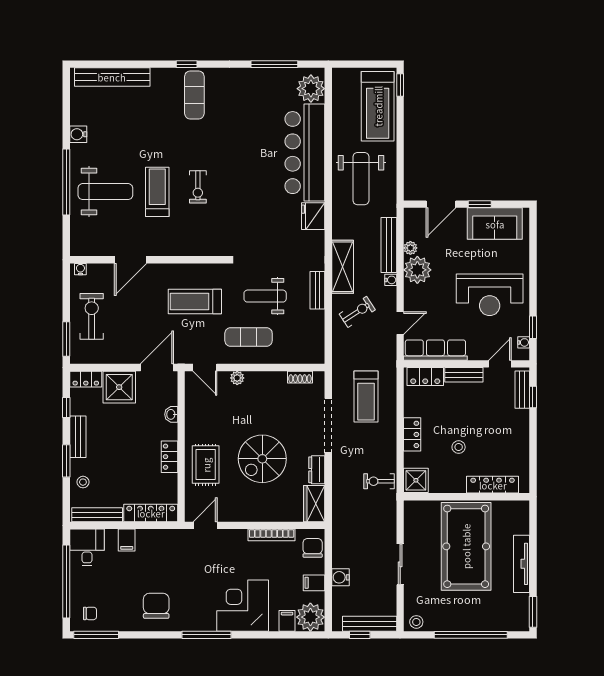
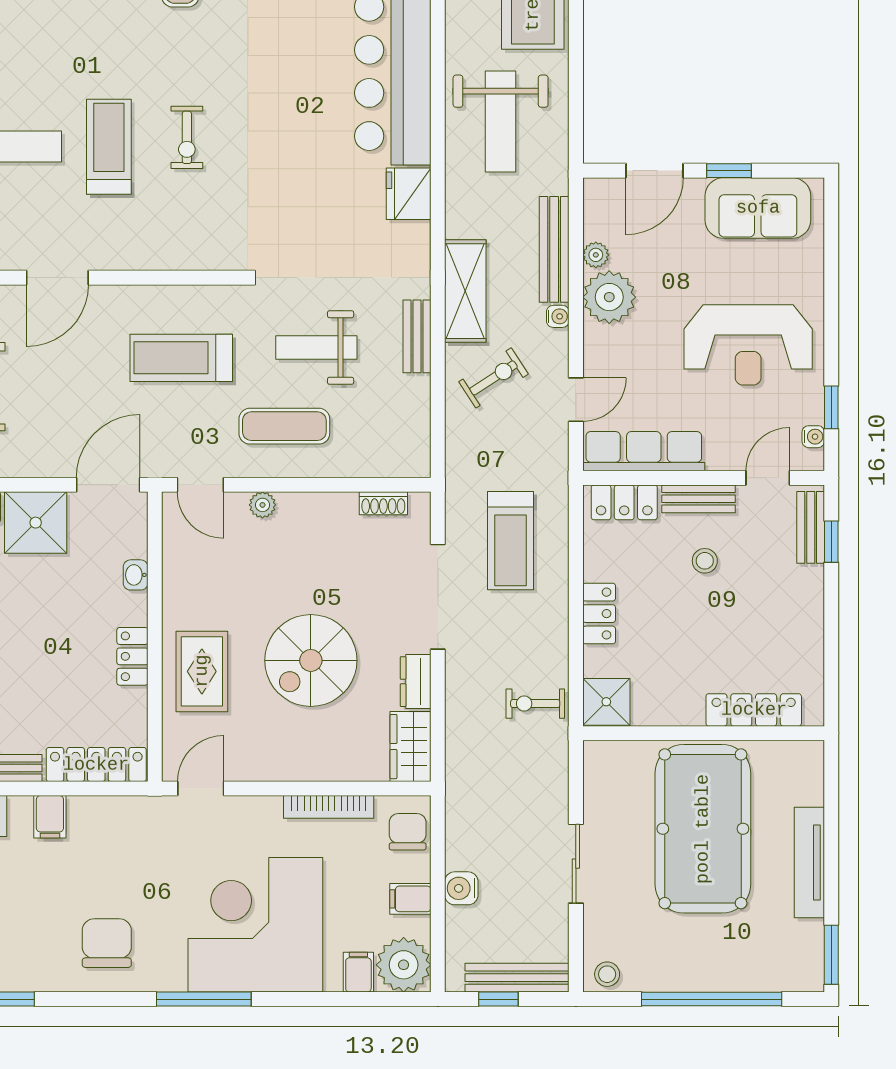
stool: (459, 447) -> (705, 561), moved
corner desk: (243, 606) -> (255, 925), width x1.36, depth x1.36

